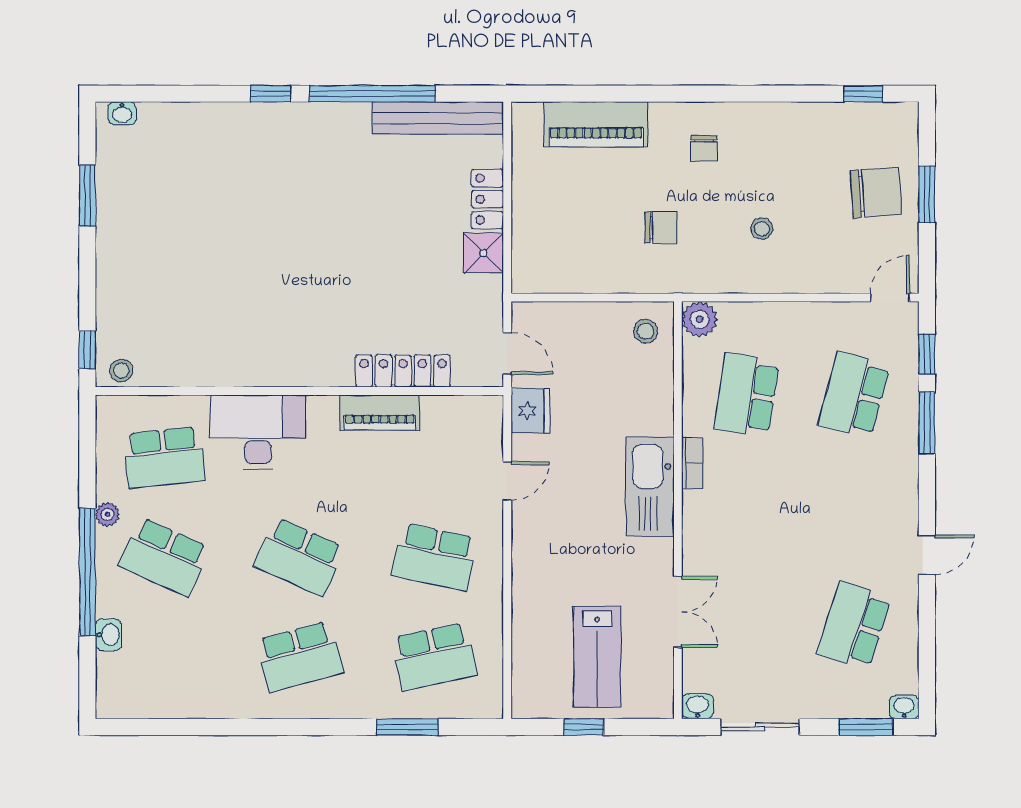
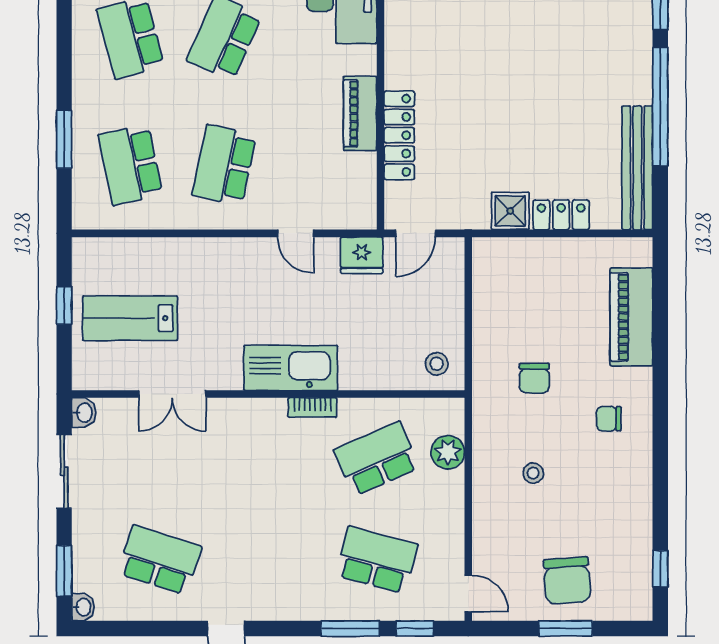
plant: (700, 319) -> (448, 452), moved
school desk: (747, 395) -> (377, 459), turned -33

